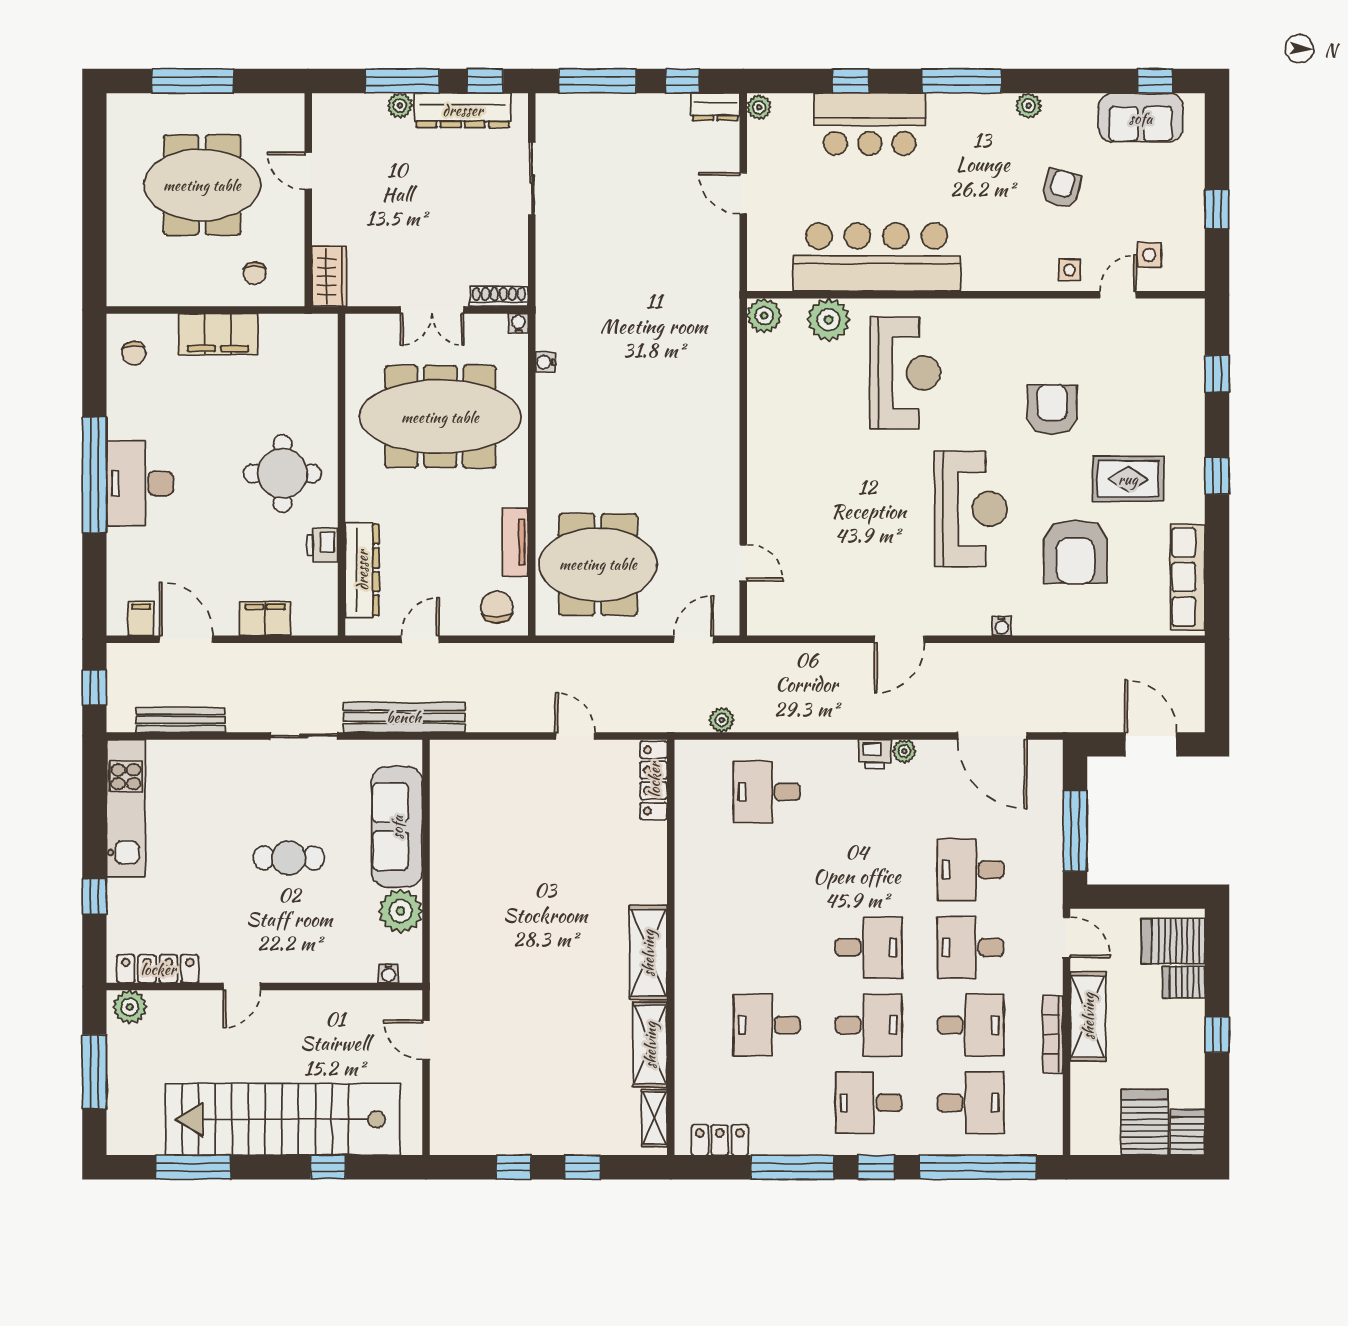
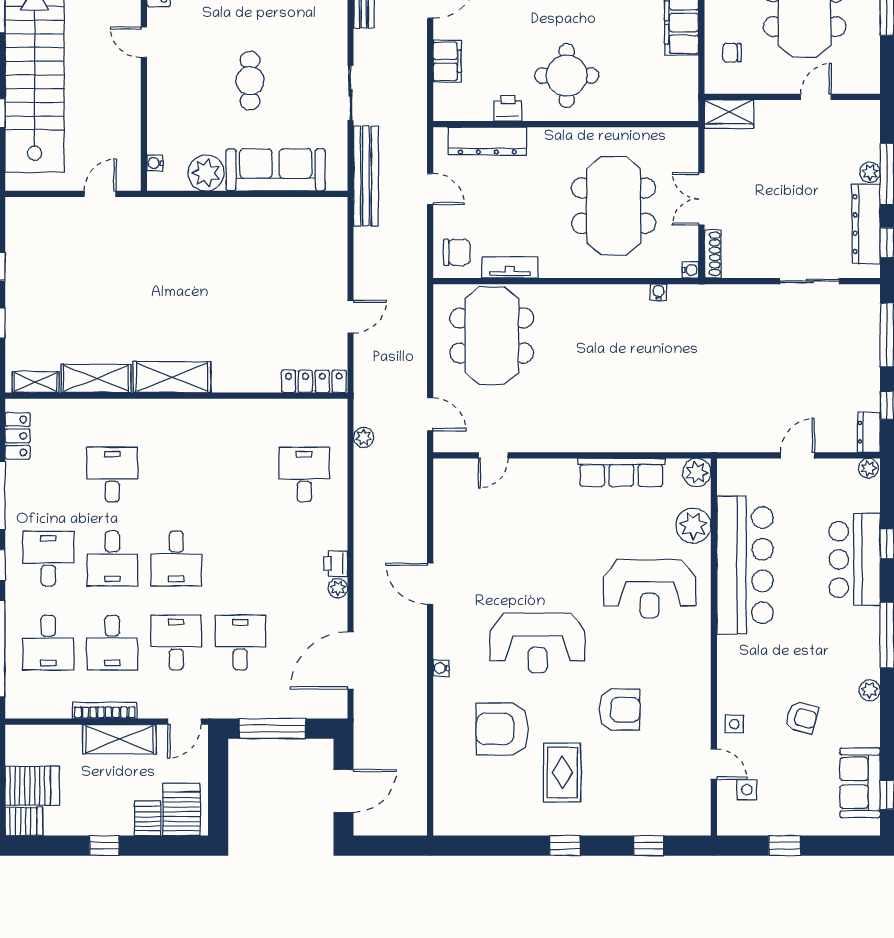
meeting table: (440, 417) -> (614, 206), width x0.73
row of seats: (1188, 577) -> (621, 472), moved, turned 180

